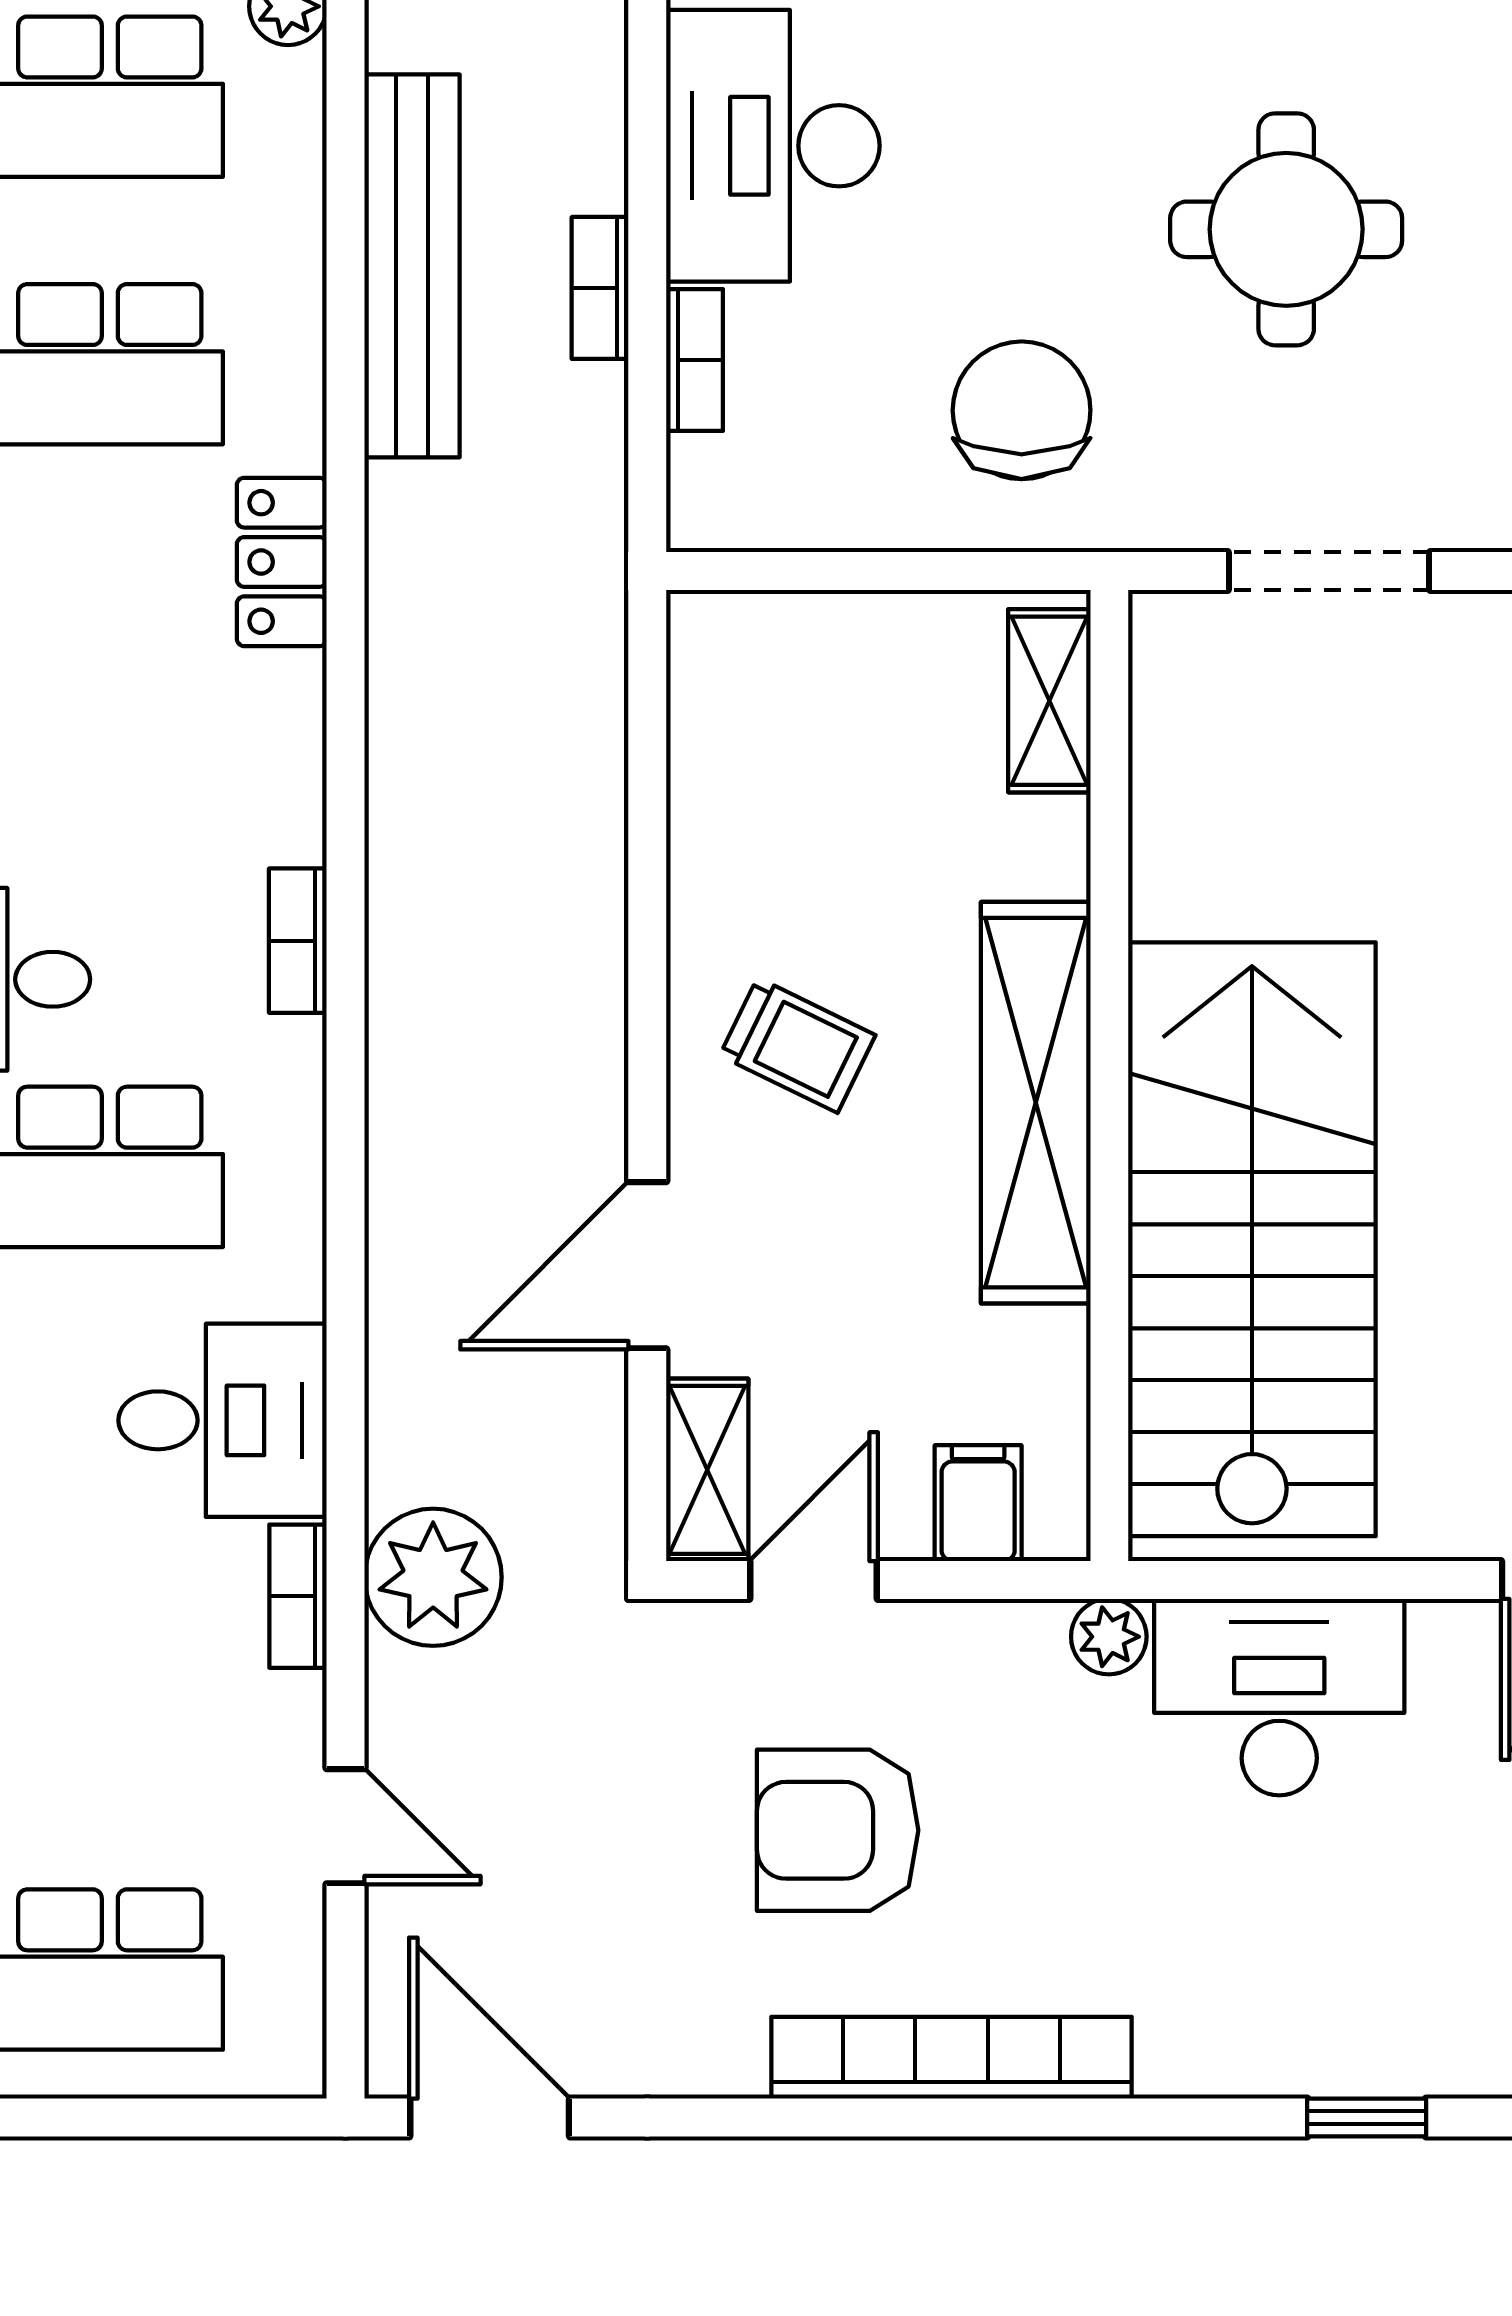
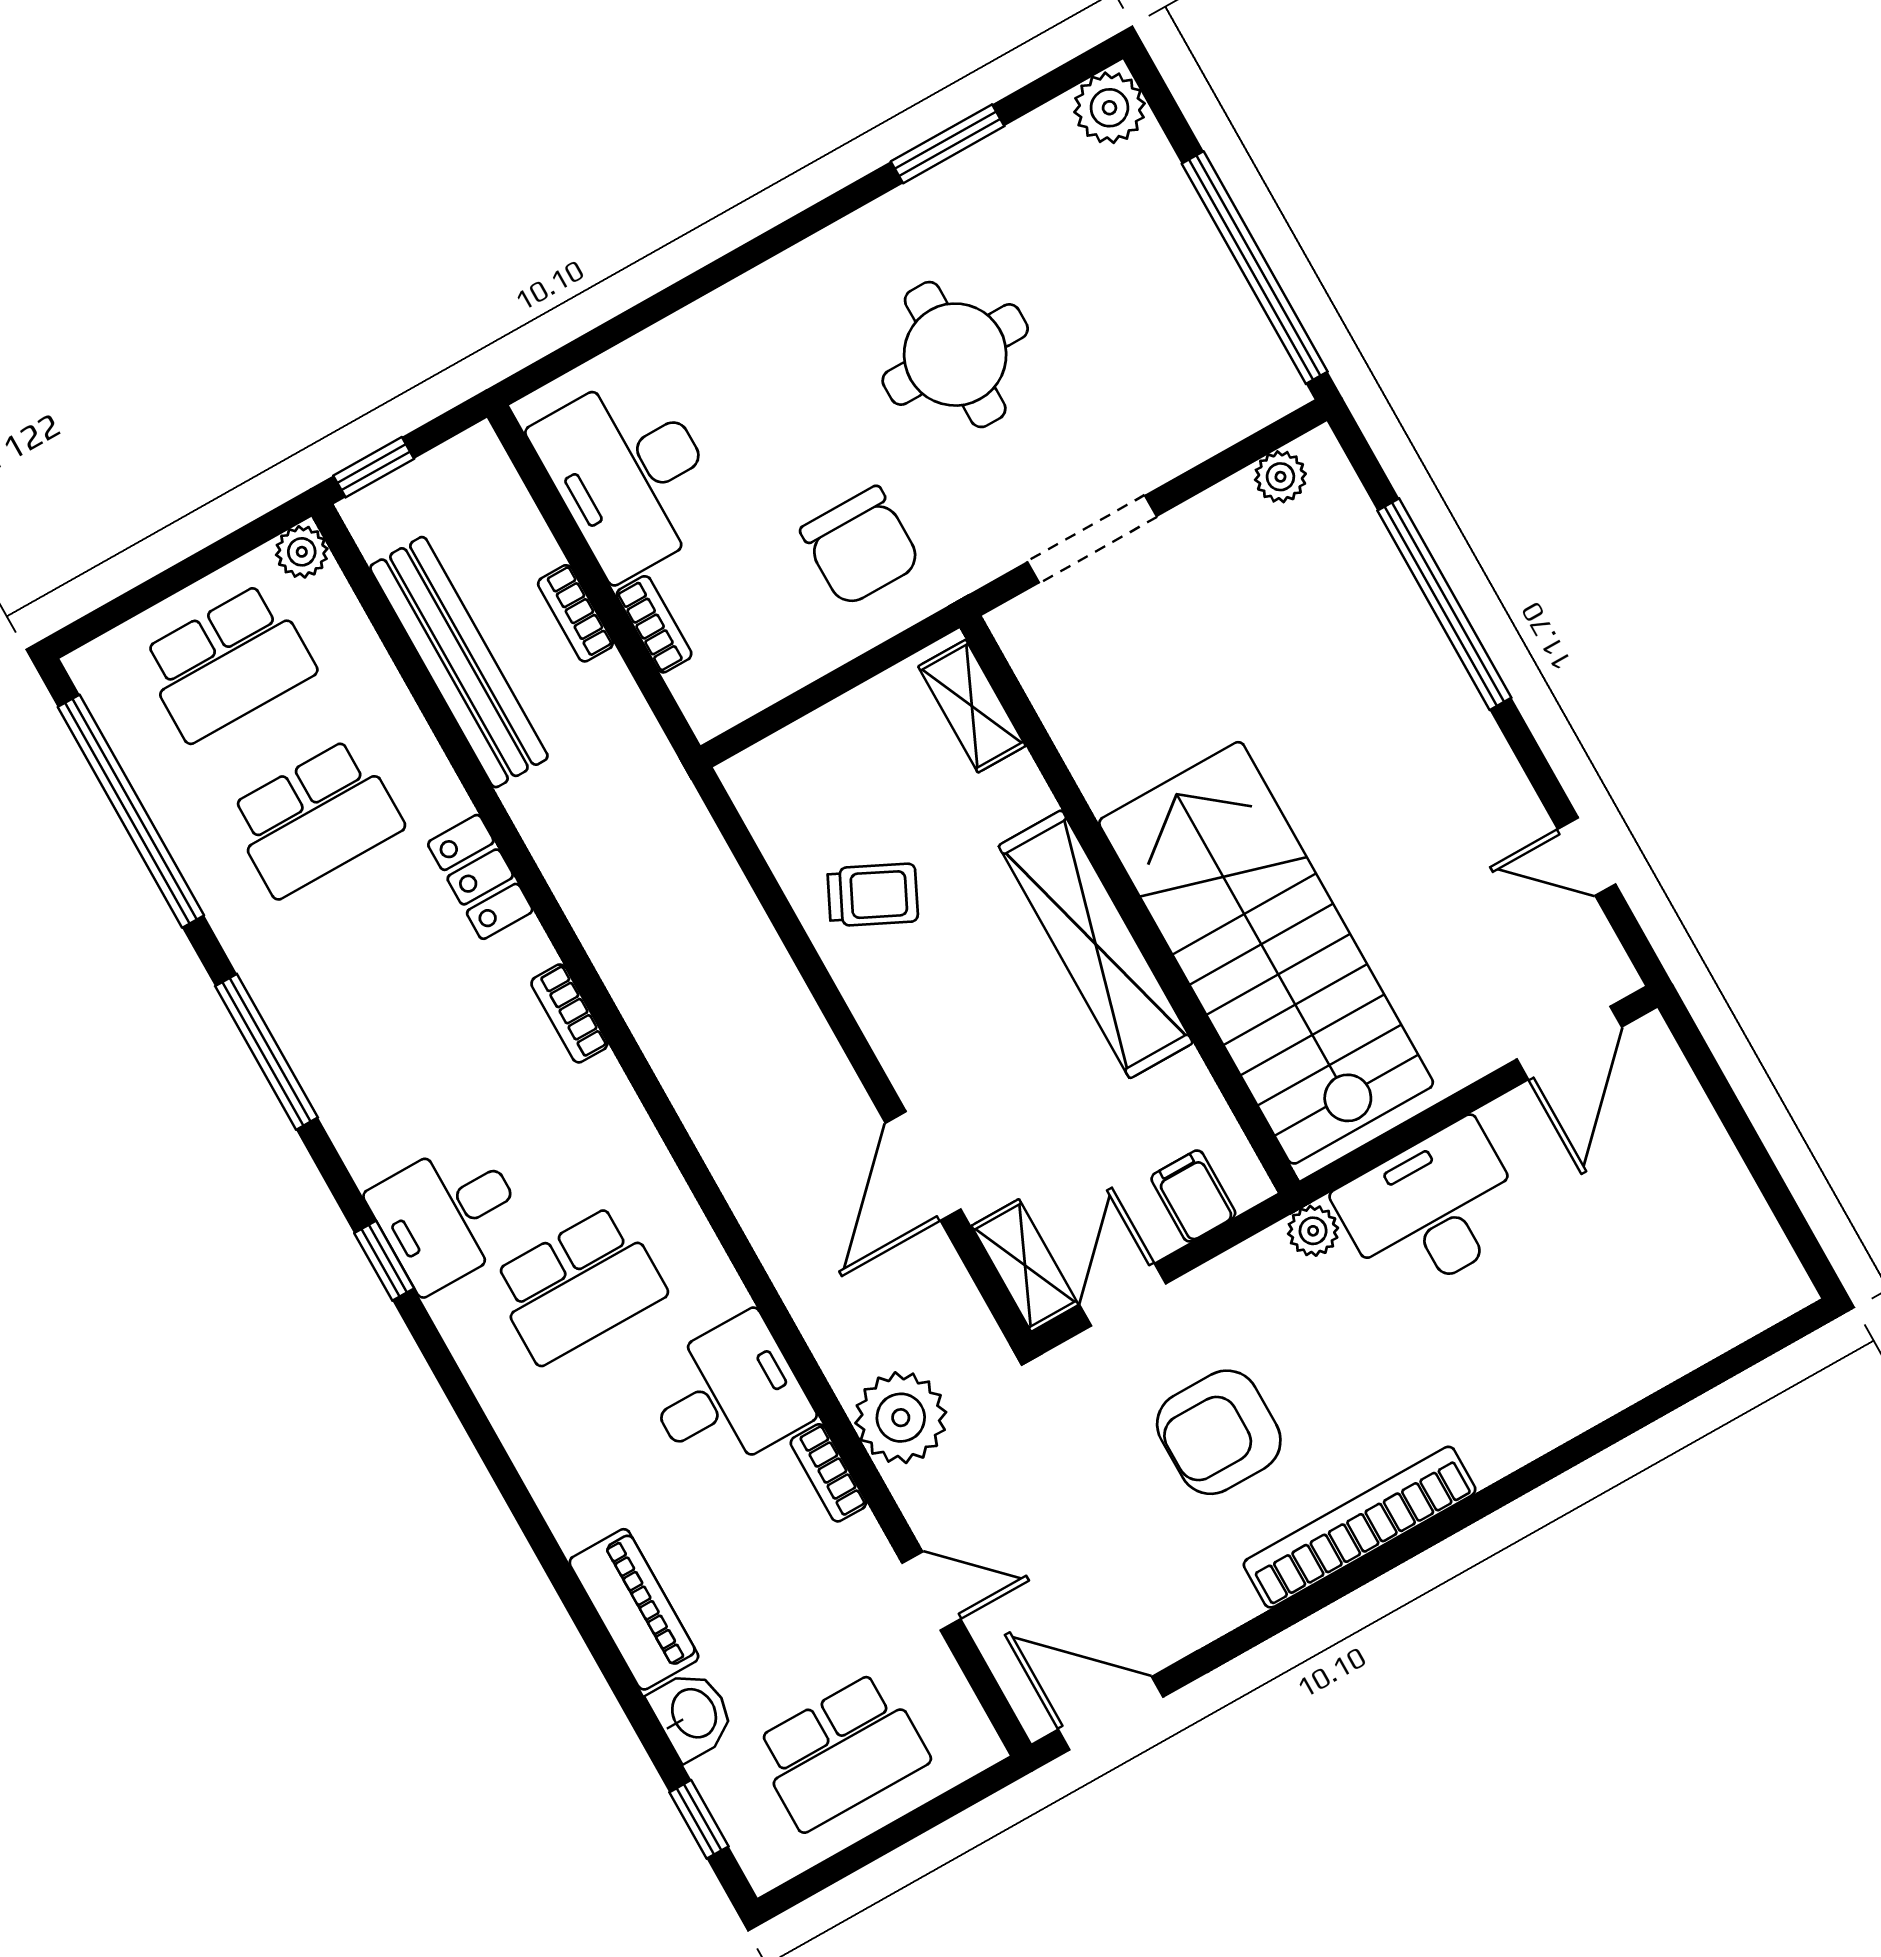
chair: (1022, 410) -> (861, 546), turned 180
bookcase: (298, 941) -> (569, 1013), moved
trolley: (798, 1045) -> (873, 895), moved
window: (1367, 2118) -> (1620, 1426), removed

